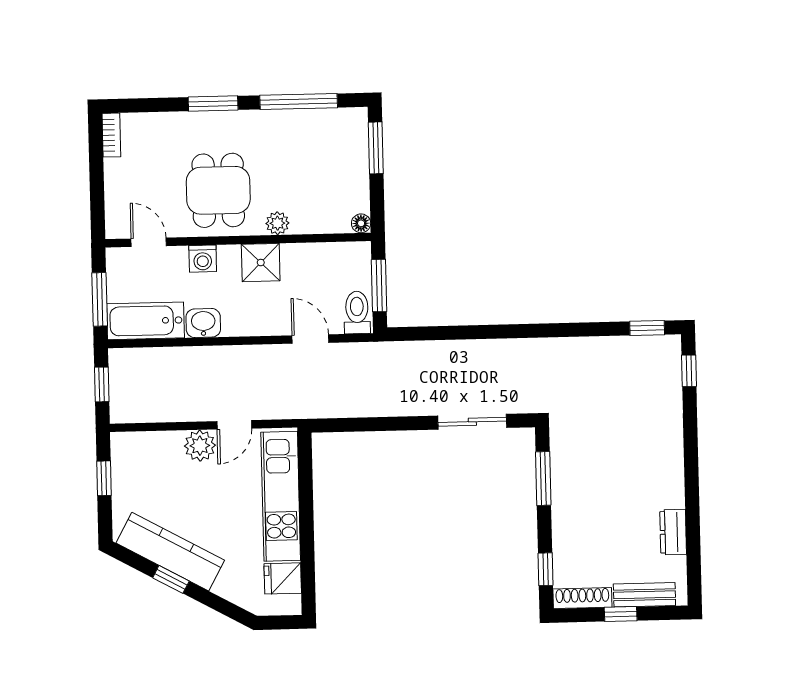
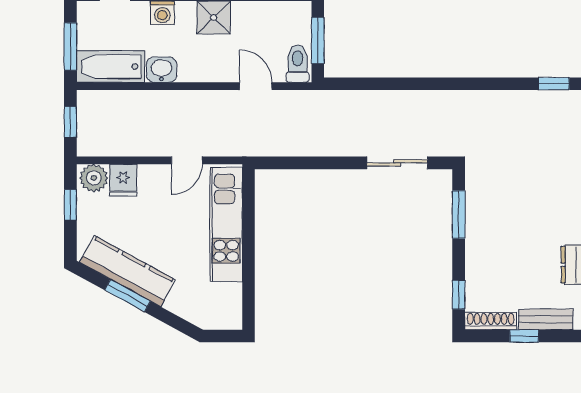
plant: (200, 446) -> (94, 178), moved
fridge: (283, 578) -> (123, 180), moved, turned -90
window: (171, 579) -> (127, 296), width x1.50

